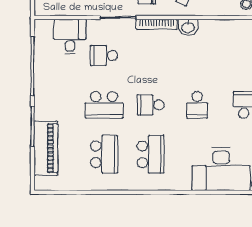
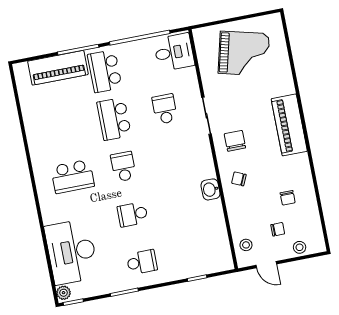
bookcase: (157, 24) -> (207, 157), removed
desk: (70, 36) -> (174, 52), moved
school desk: (104, 154) -> (105, 71), moved, turned 90

